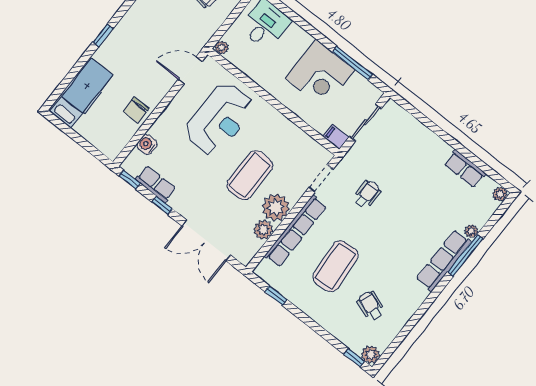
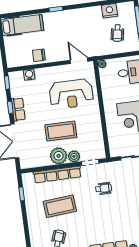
filing cabinet: (336, 137) -> (114, 151), removed
row of seats: (156, 184) -> (18, 109), moved
plant: (263, 230) -> (74, 156), moved

